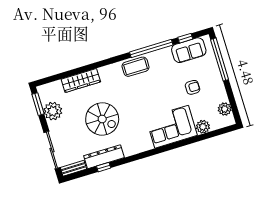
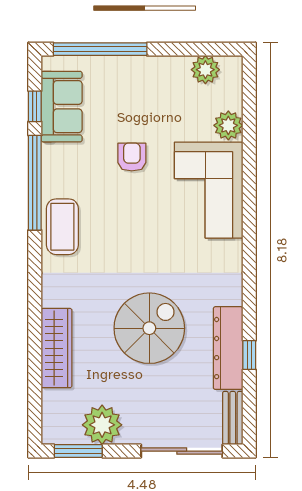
armchair: (193, 87) -> (132, 157), moved

